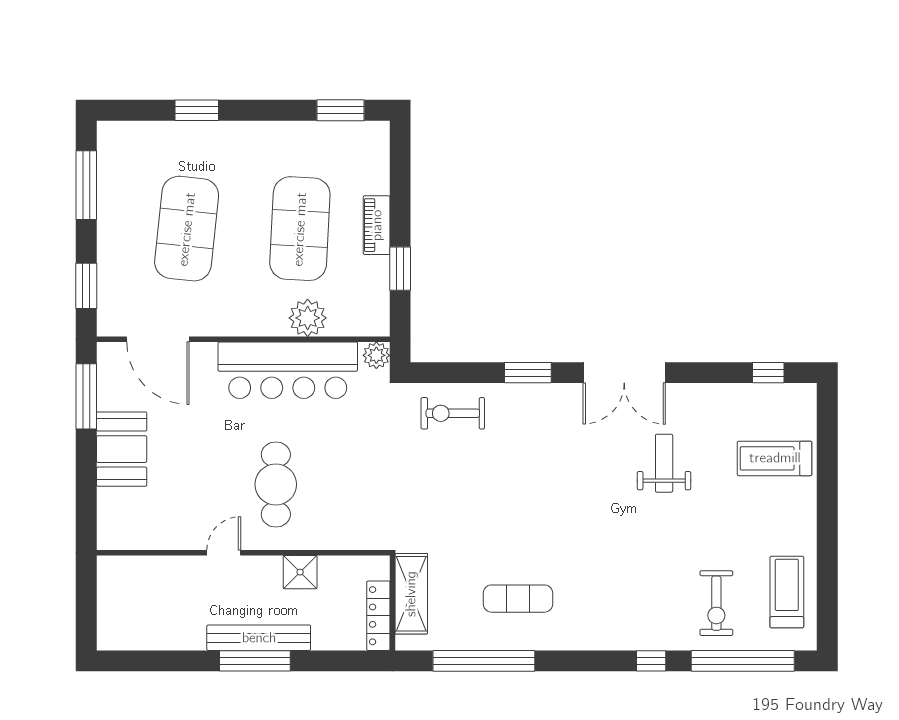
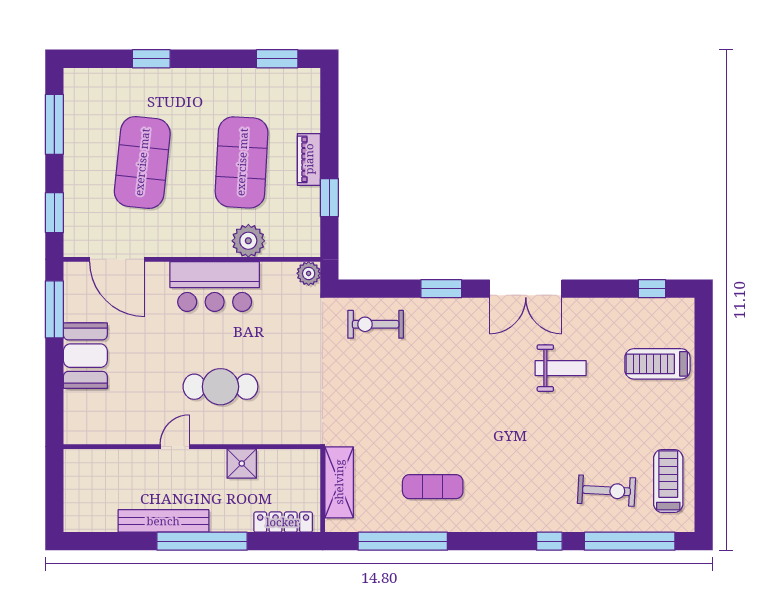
bar counter: (288, 370) -> (215, 287), width x0.73
weight bench: (664, 463) -> (561, 368), turned 90
cafe table: (276, 484) -> (220, 387), turned 90
exercise bike: (716, 603) -> (607, 491), turned -87
locker: (378, 616) -> (283, 522), moved, turned 90
bench: (259, 638) -> (163, 521), moved
window: (255, 661) -> (202, 541), width x1.46

